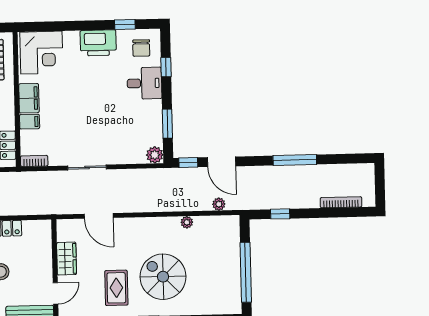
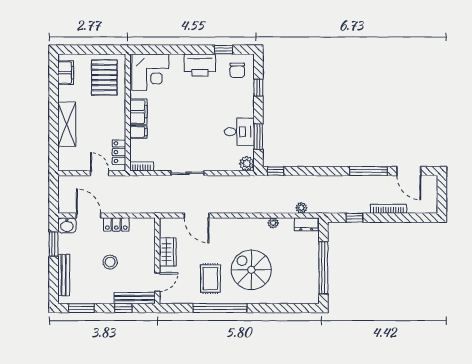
desk: (144, 83) -> (239, 132), moved
door: (222, 162) -> (409, 171), moved
bookcase: (341, 202) -> (389, 209), moved
dresser: (225, 223) -> (306, 224), added

